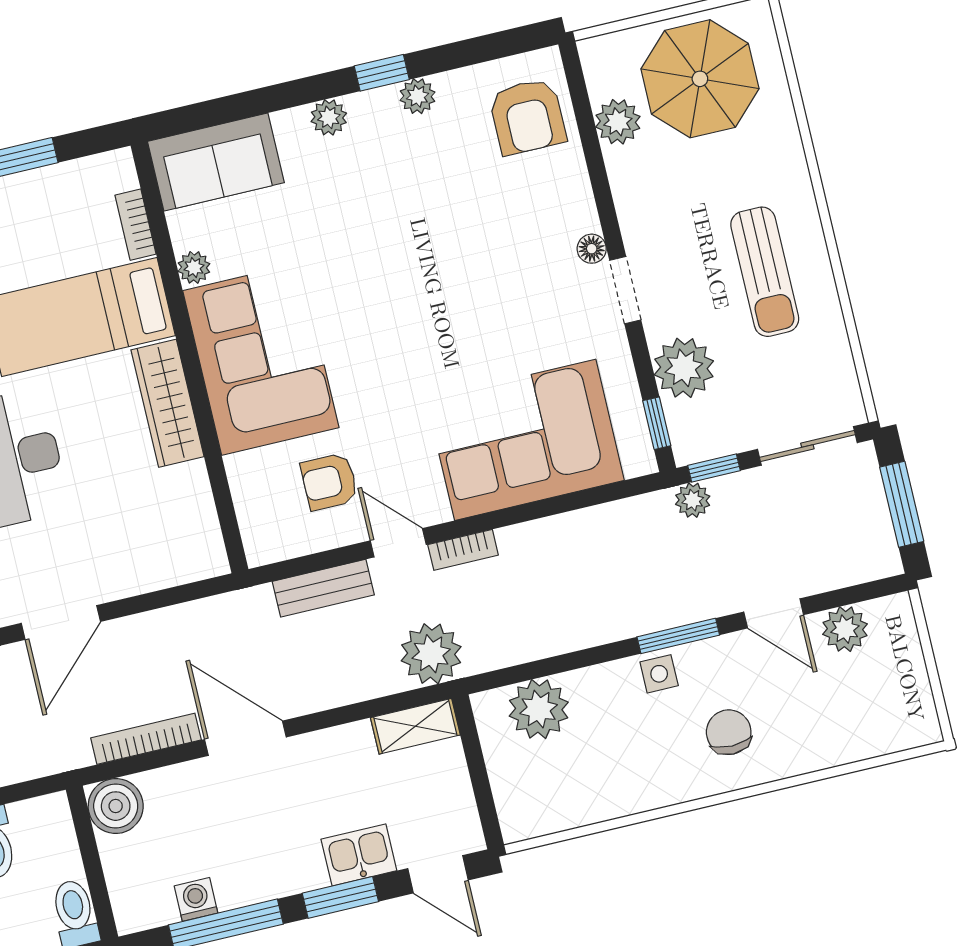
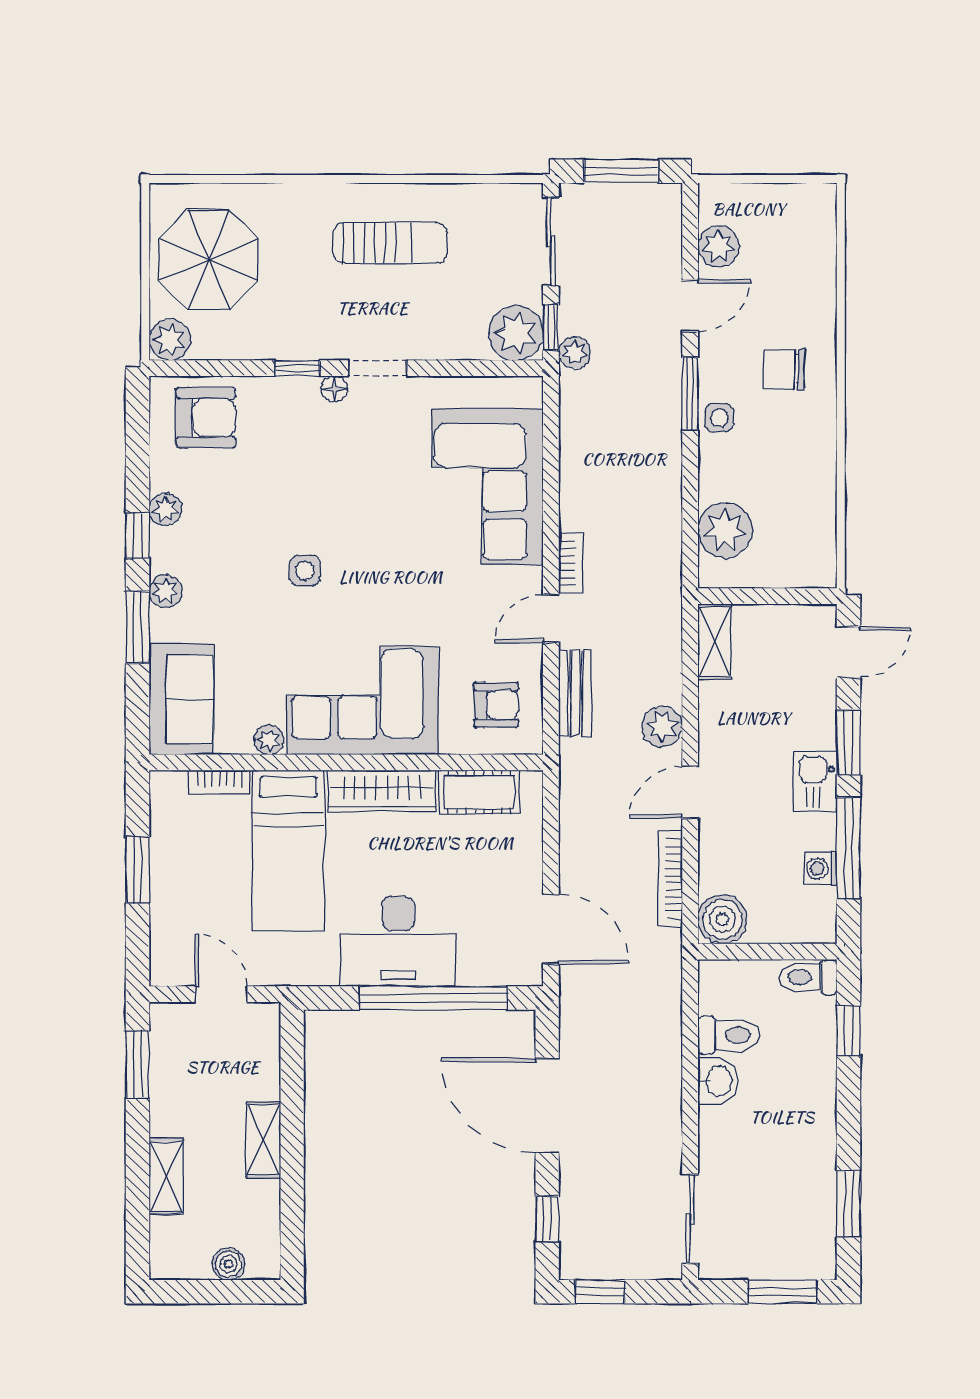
window: (283, 96) -> (138, 627), added
plant: (618, 122) -> (170, 340), moved
side table: (387, 263) -> (305, 571), added
plant: (684, 368) -> (516, 333), moved
window: (657, 423) -> (297, 368), moved
armchair: (329, 482) -> (496, 705), moved, turned -90
cot: (191, 509) -> (479, 792), added
plant: (431, 654) -> (662, 726), moved, width x0.73, depth x0.73
door: (245, 738) -> (690, 792), width x0.73
kitchen sink: (359, 855) -> (815, 781), moved

